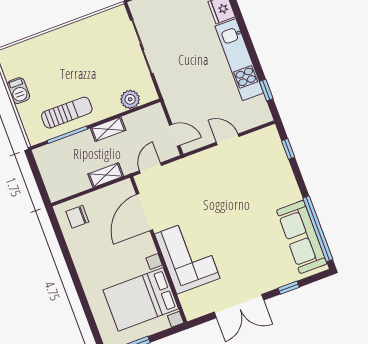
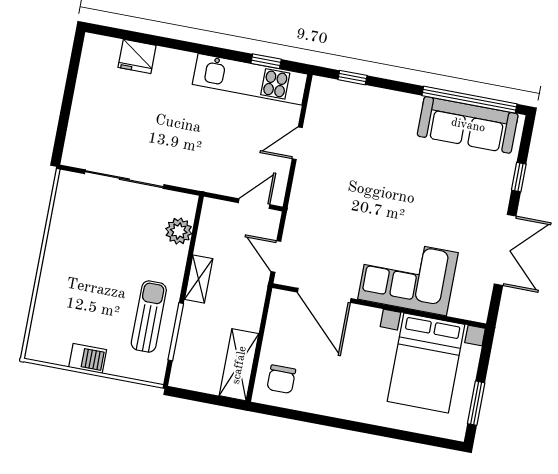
kitchen unit: (239, 60) -> (250, 79), moved
shelving: (106, 175) -> (239, 365), moved, width x1.50, depth x1.33

